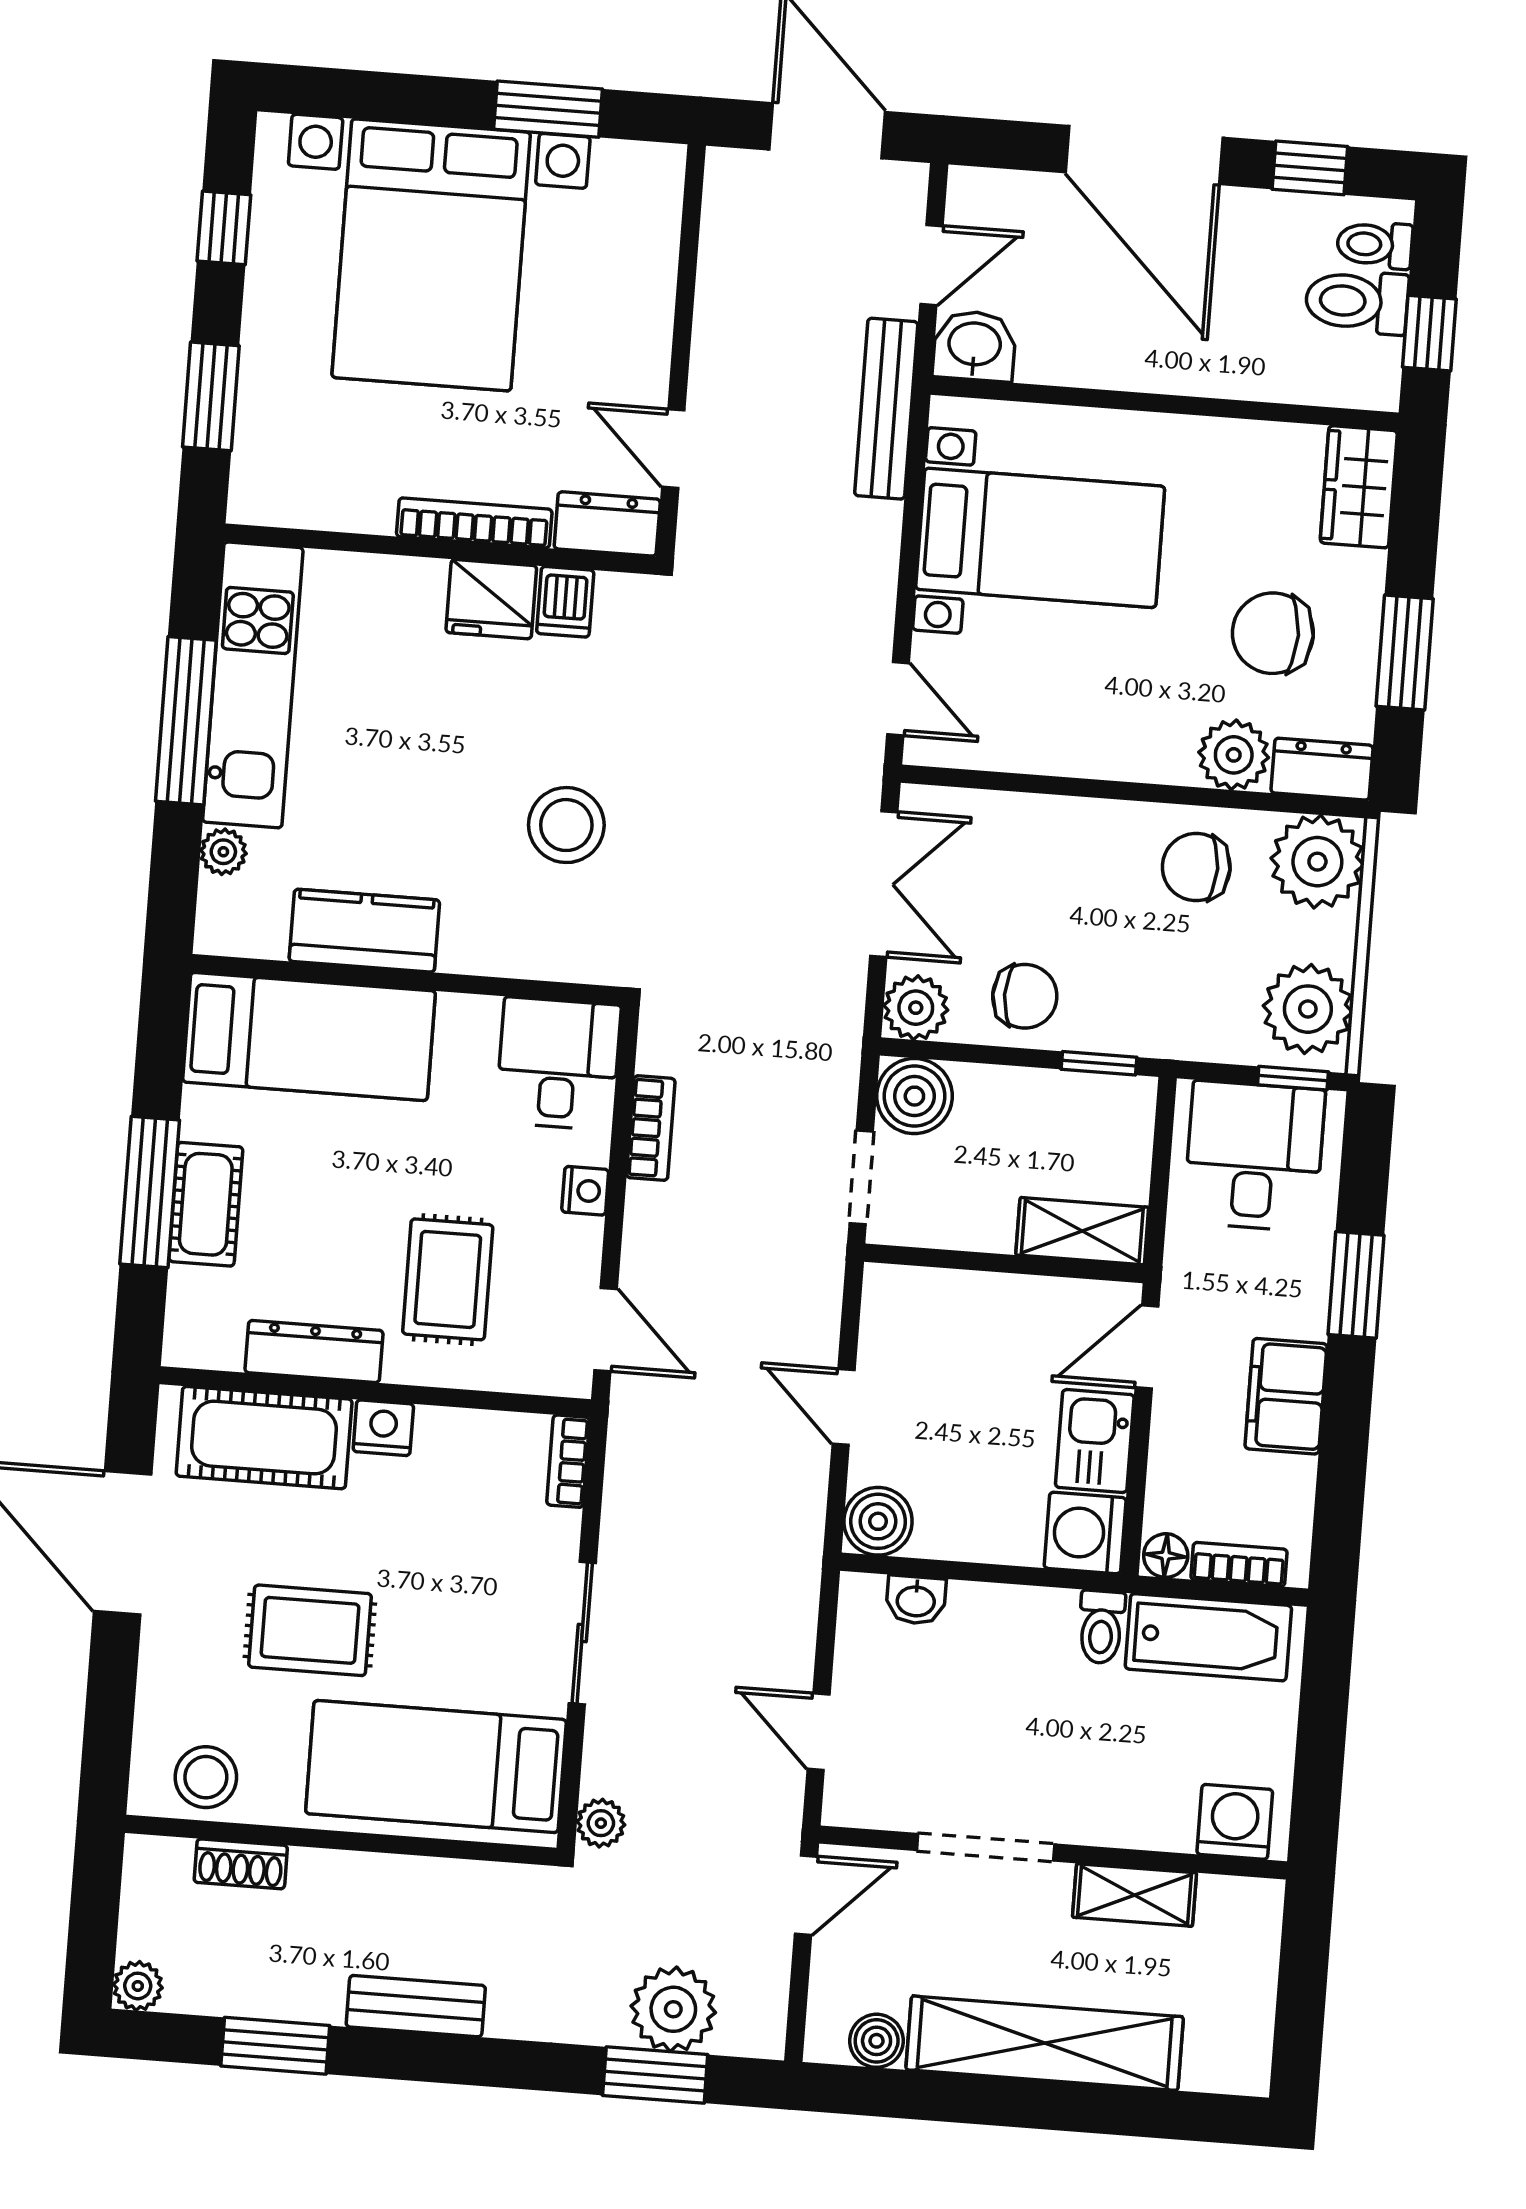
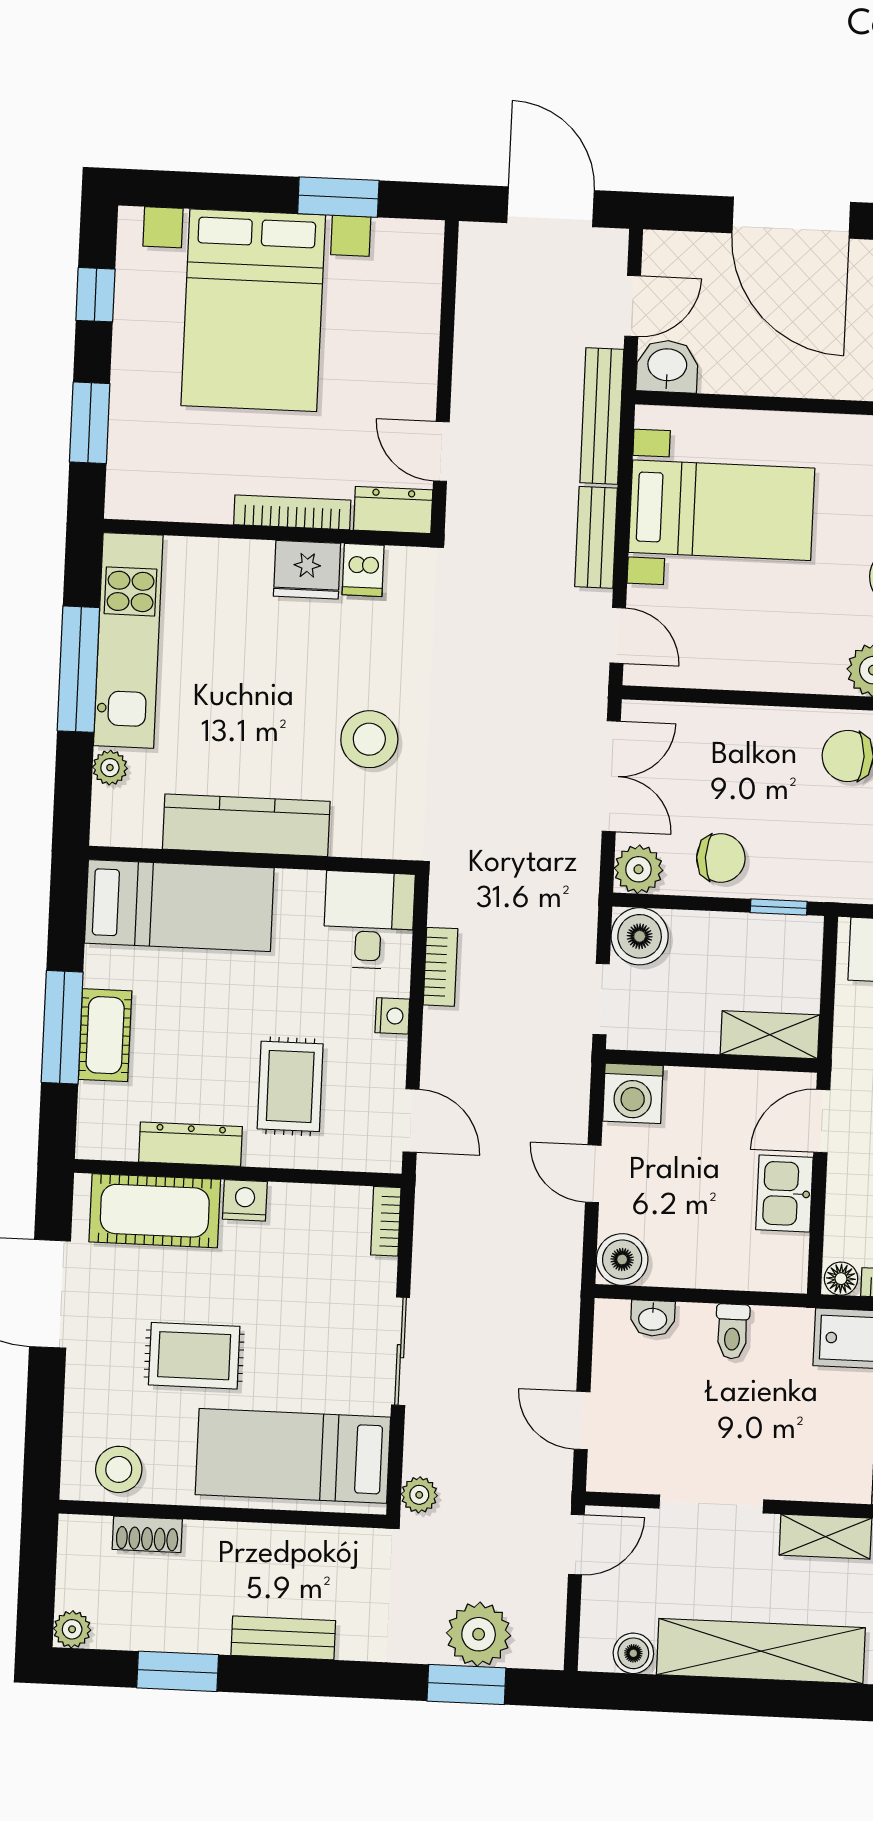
bench: (874, 568) -> (596, 537), added
kitchen counter: (364, 931) -> (246, 825), width x1.50
washing machine: (1085, 1533) -> (633, 1093), moved, turned -90
toilet: (1101, 1627) -> (732, 1331), moved

